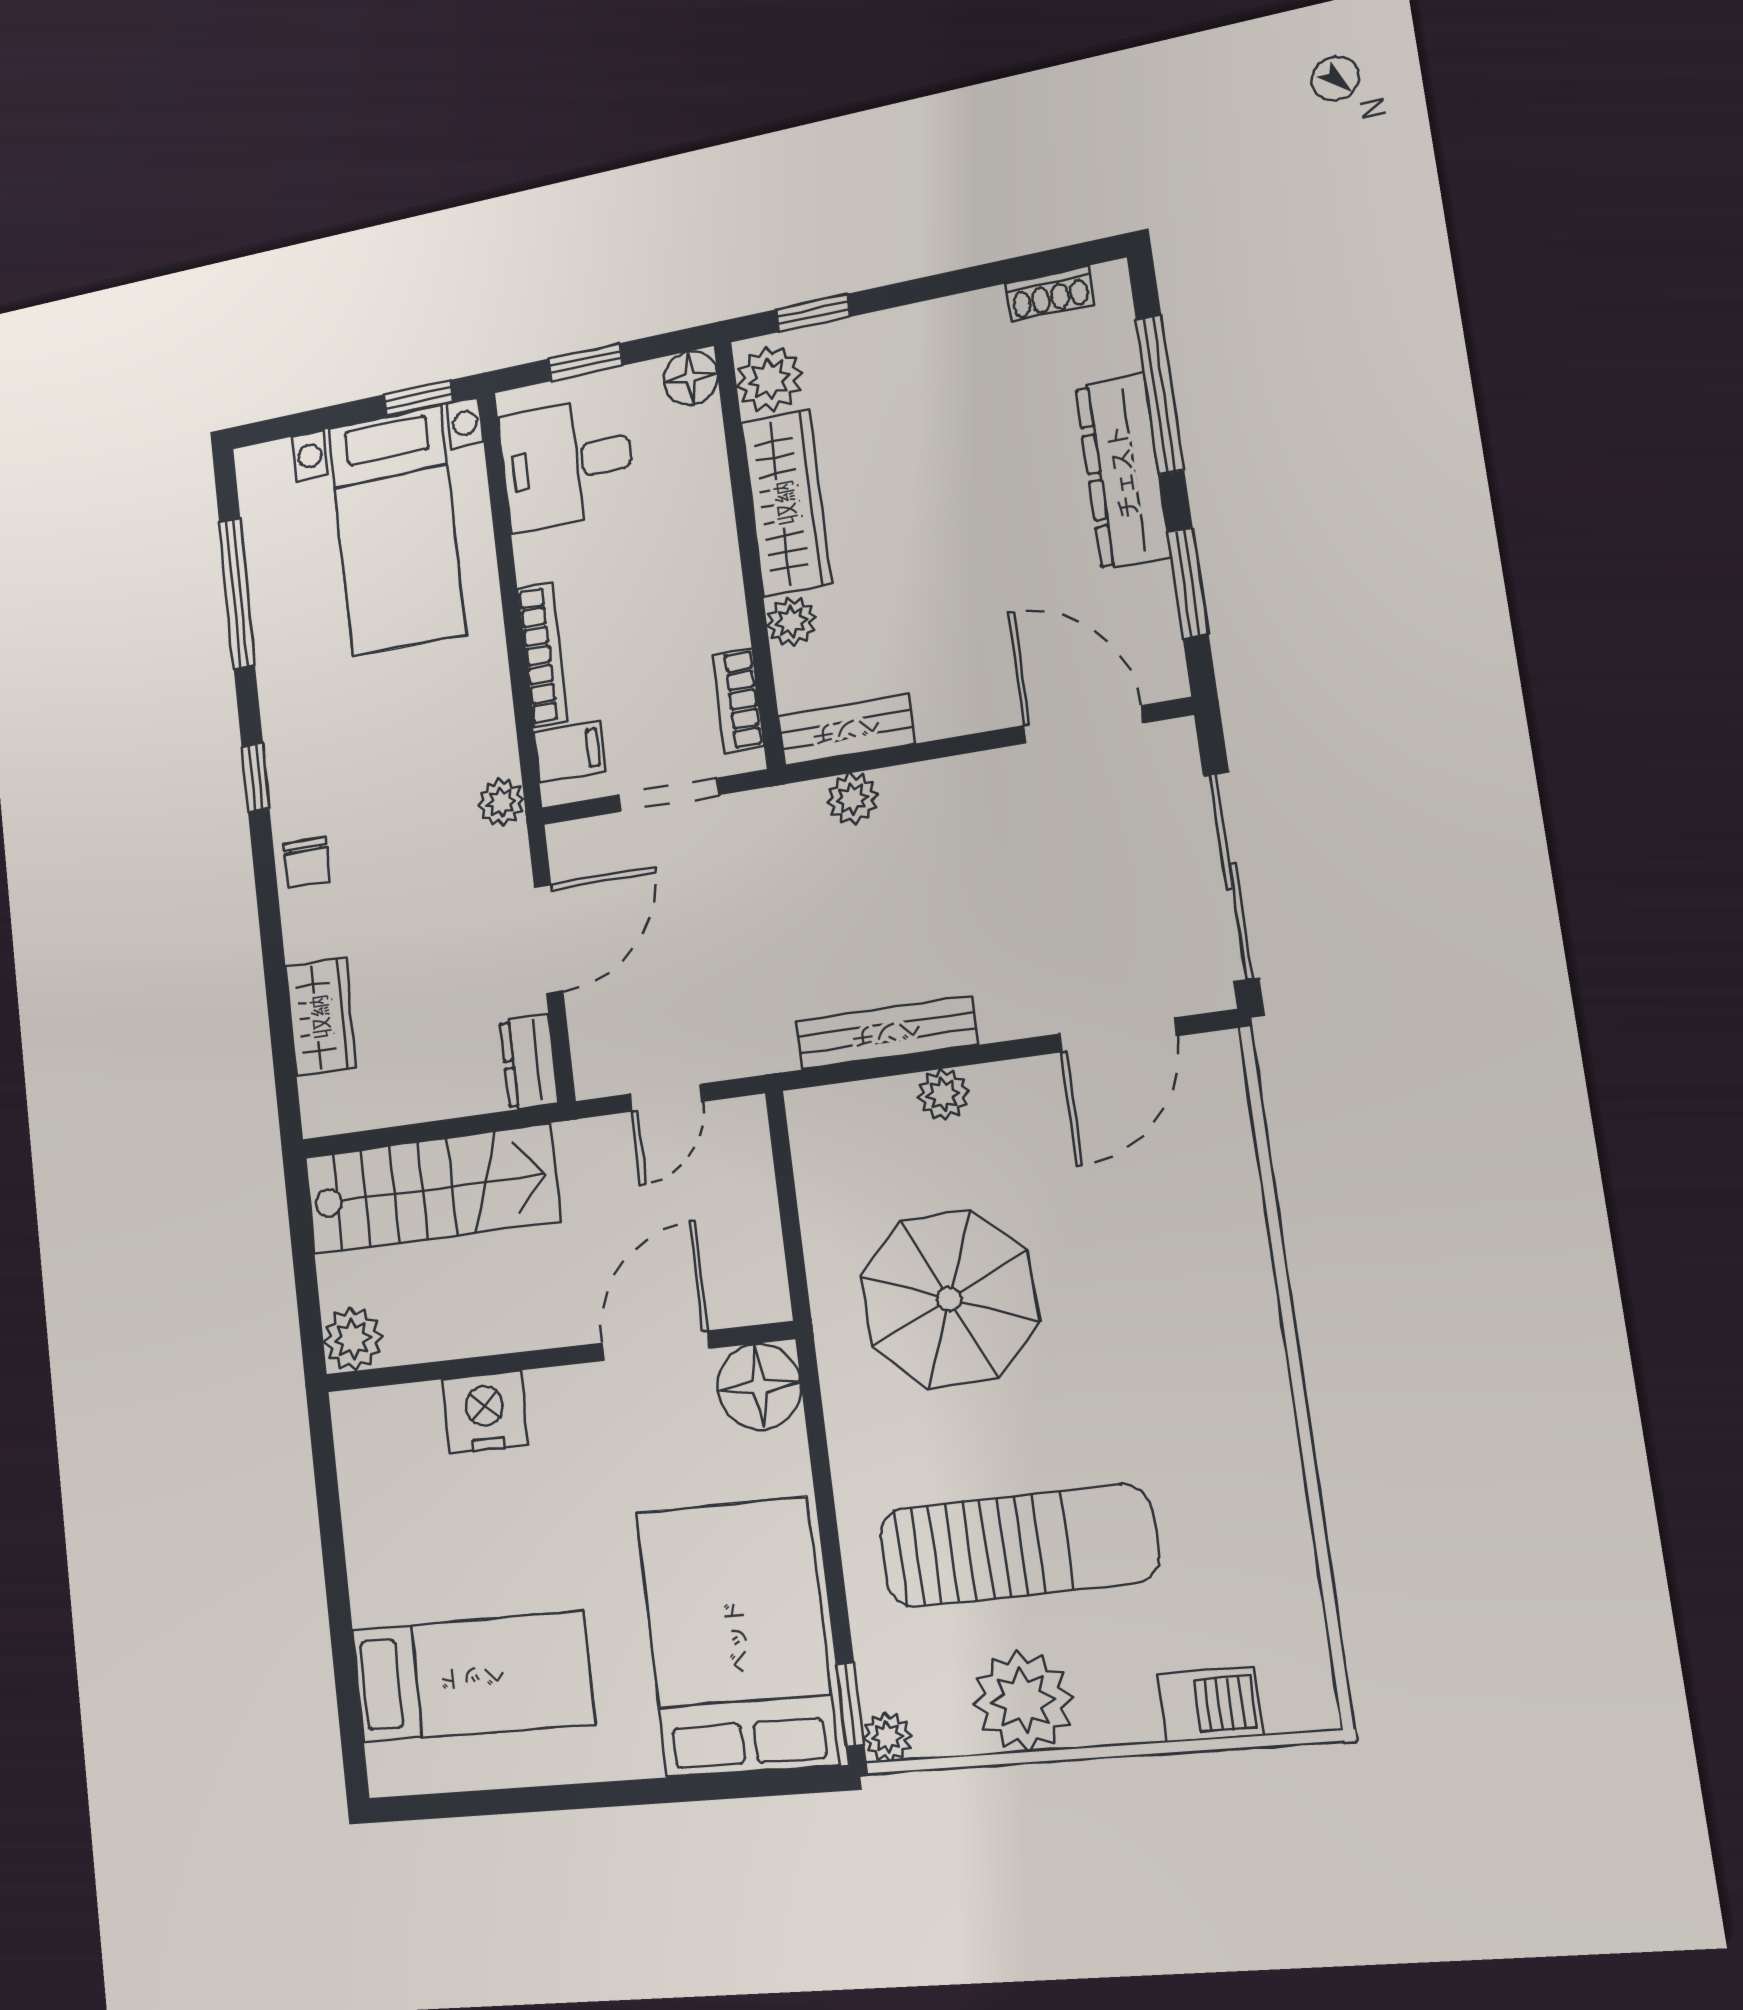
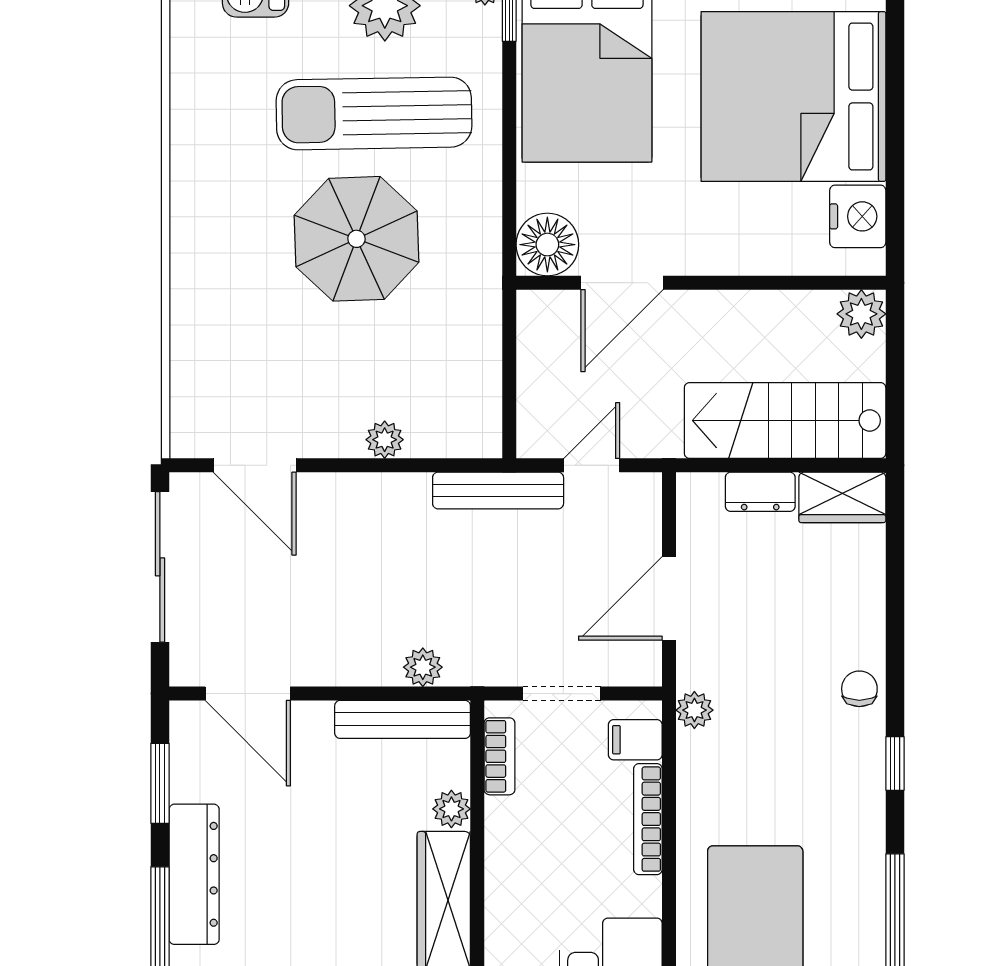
bench: (846, 730) -> (403, 719), width x1.36
wardrobe: (321, 1017) -> (842, 497), moved, turned -90
bench: (886, 1033) -> (498, 491), moved
door: (1117, 1035) -> (255, 465), swing flipped
dresser: (529, 1062) -> (760, 492), moved, turned 90
parasol: (949, 1299) -> (356, 239), moved
nightstand: (485, 1412) -> (858, 216), moved, turned -90
bed: (472, 1677) -> (793, 97), width x2.04

